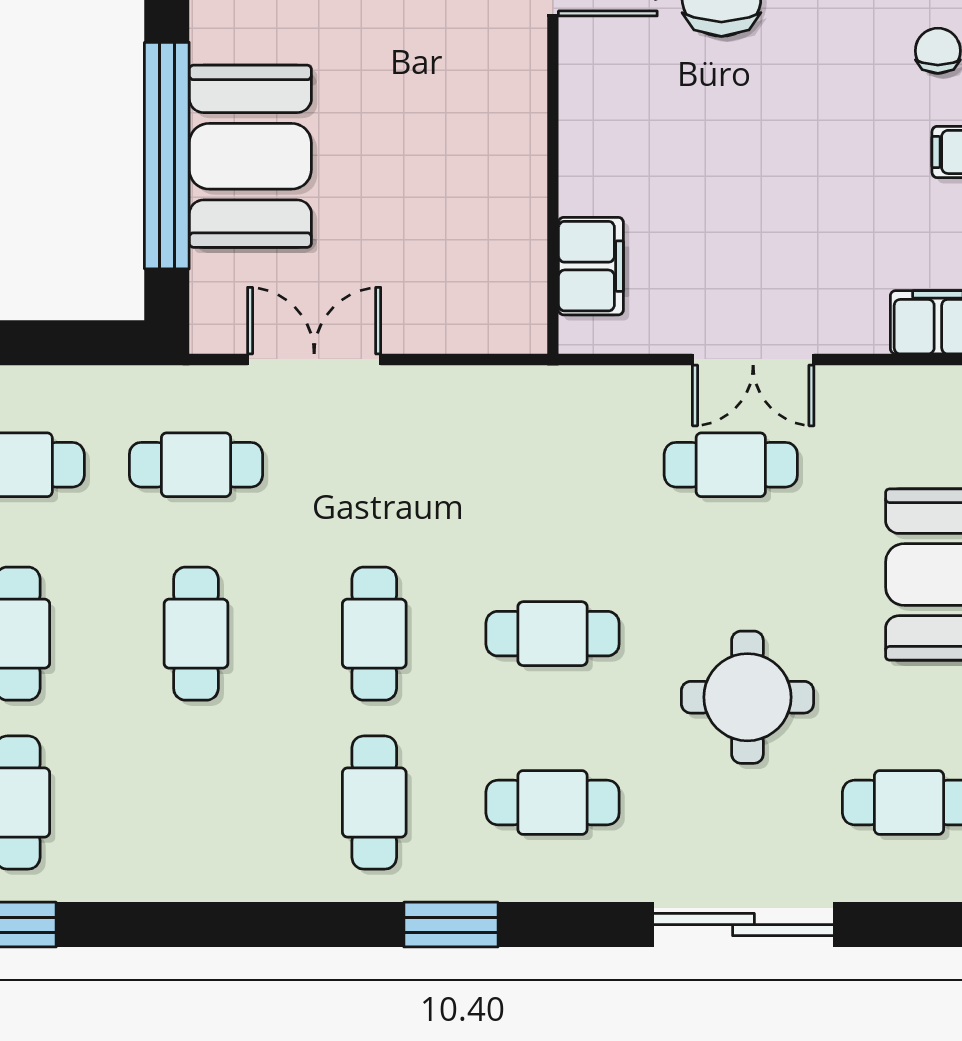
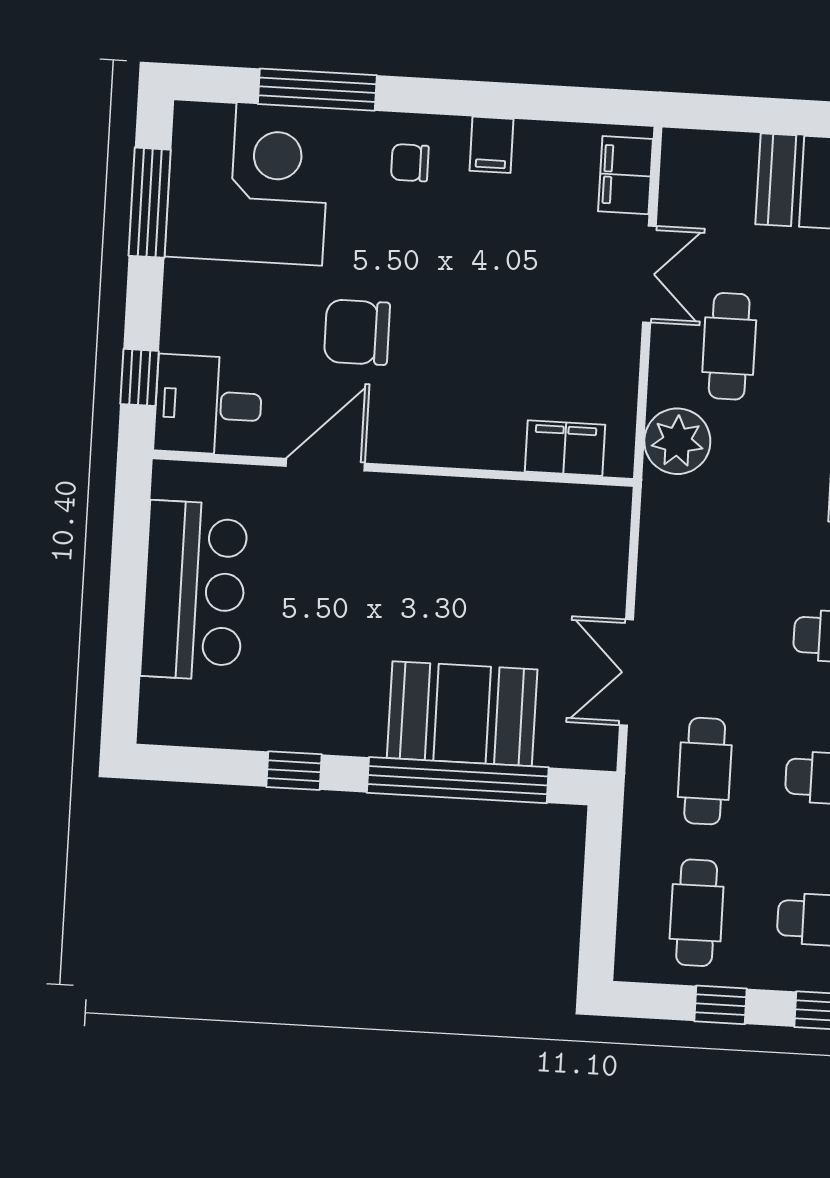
double door: (753, 359) -> (649, 274), moved
plant: (608, 406) -> (677, 441), added

